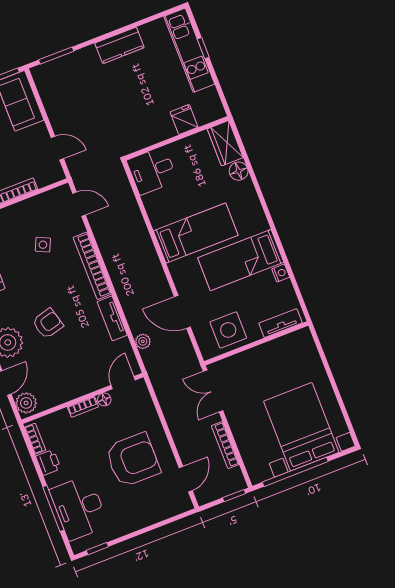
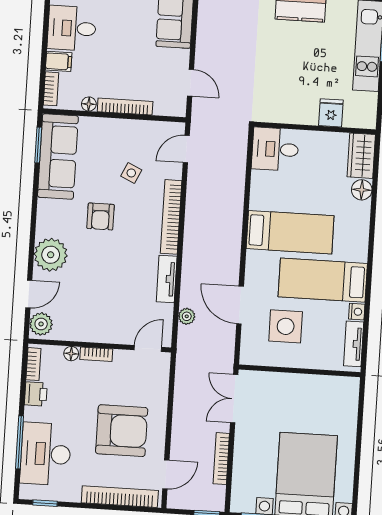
door: (79, 204) -> (186, 149), swing flipped
tv unit: (280, 323) -> (354, 344), moved, turned -90
armchair: (48, 324) -> (101, 216), moved, turned 105
side table: (228, 330) -> (286, 326), moved
floor lamp: (104, 399) -> (71, 354), moved
bookcase: (156, 515) -> (120, 497), added

